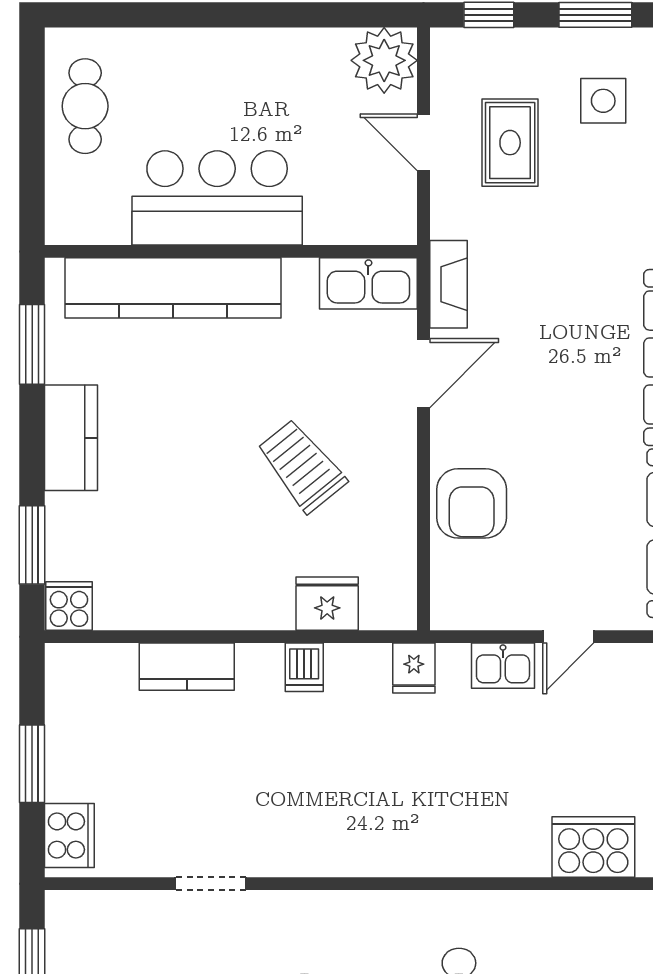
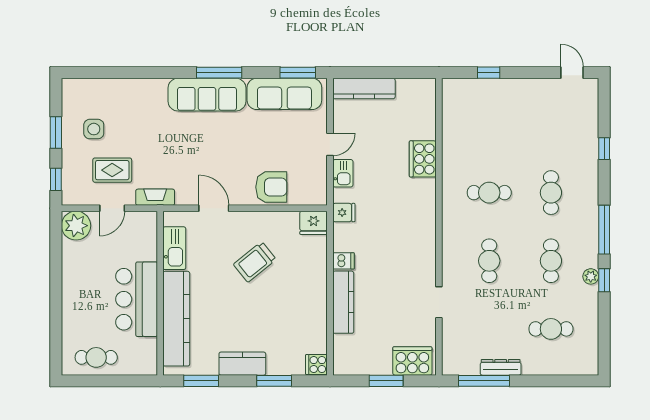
kitchen sink: (368, 283) -> (174, 248), moved
fireplace: (449, 284) -> (155, 197), moved
window: (32, 545) -> (274, 381), moved
fridge: (327, 604) -> (314, 223), moved, turned -90
door: (568, 637) -> (330, 144), hinge flipped
kitchen counter: (187, 667) -> (343, 302), width x1.50
cooker: (69, 836) -> (412, 361), width x1.37, depth x1.31
cooker: (593, 847) -> (423, 159), moved

